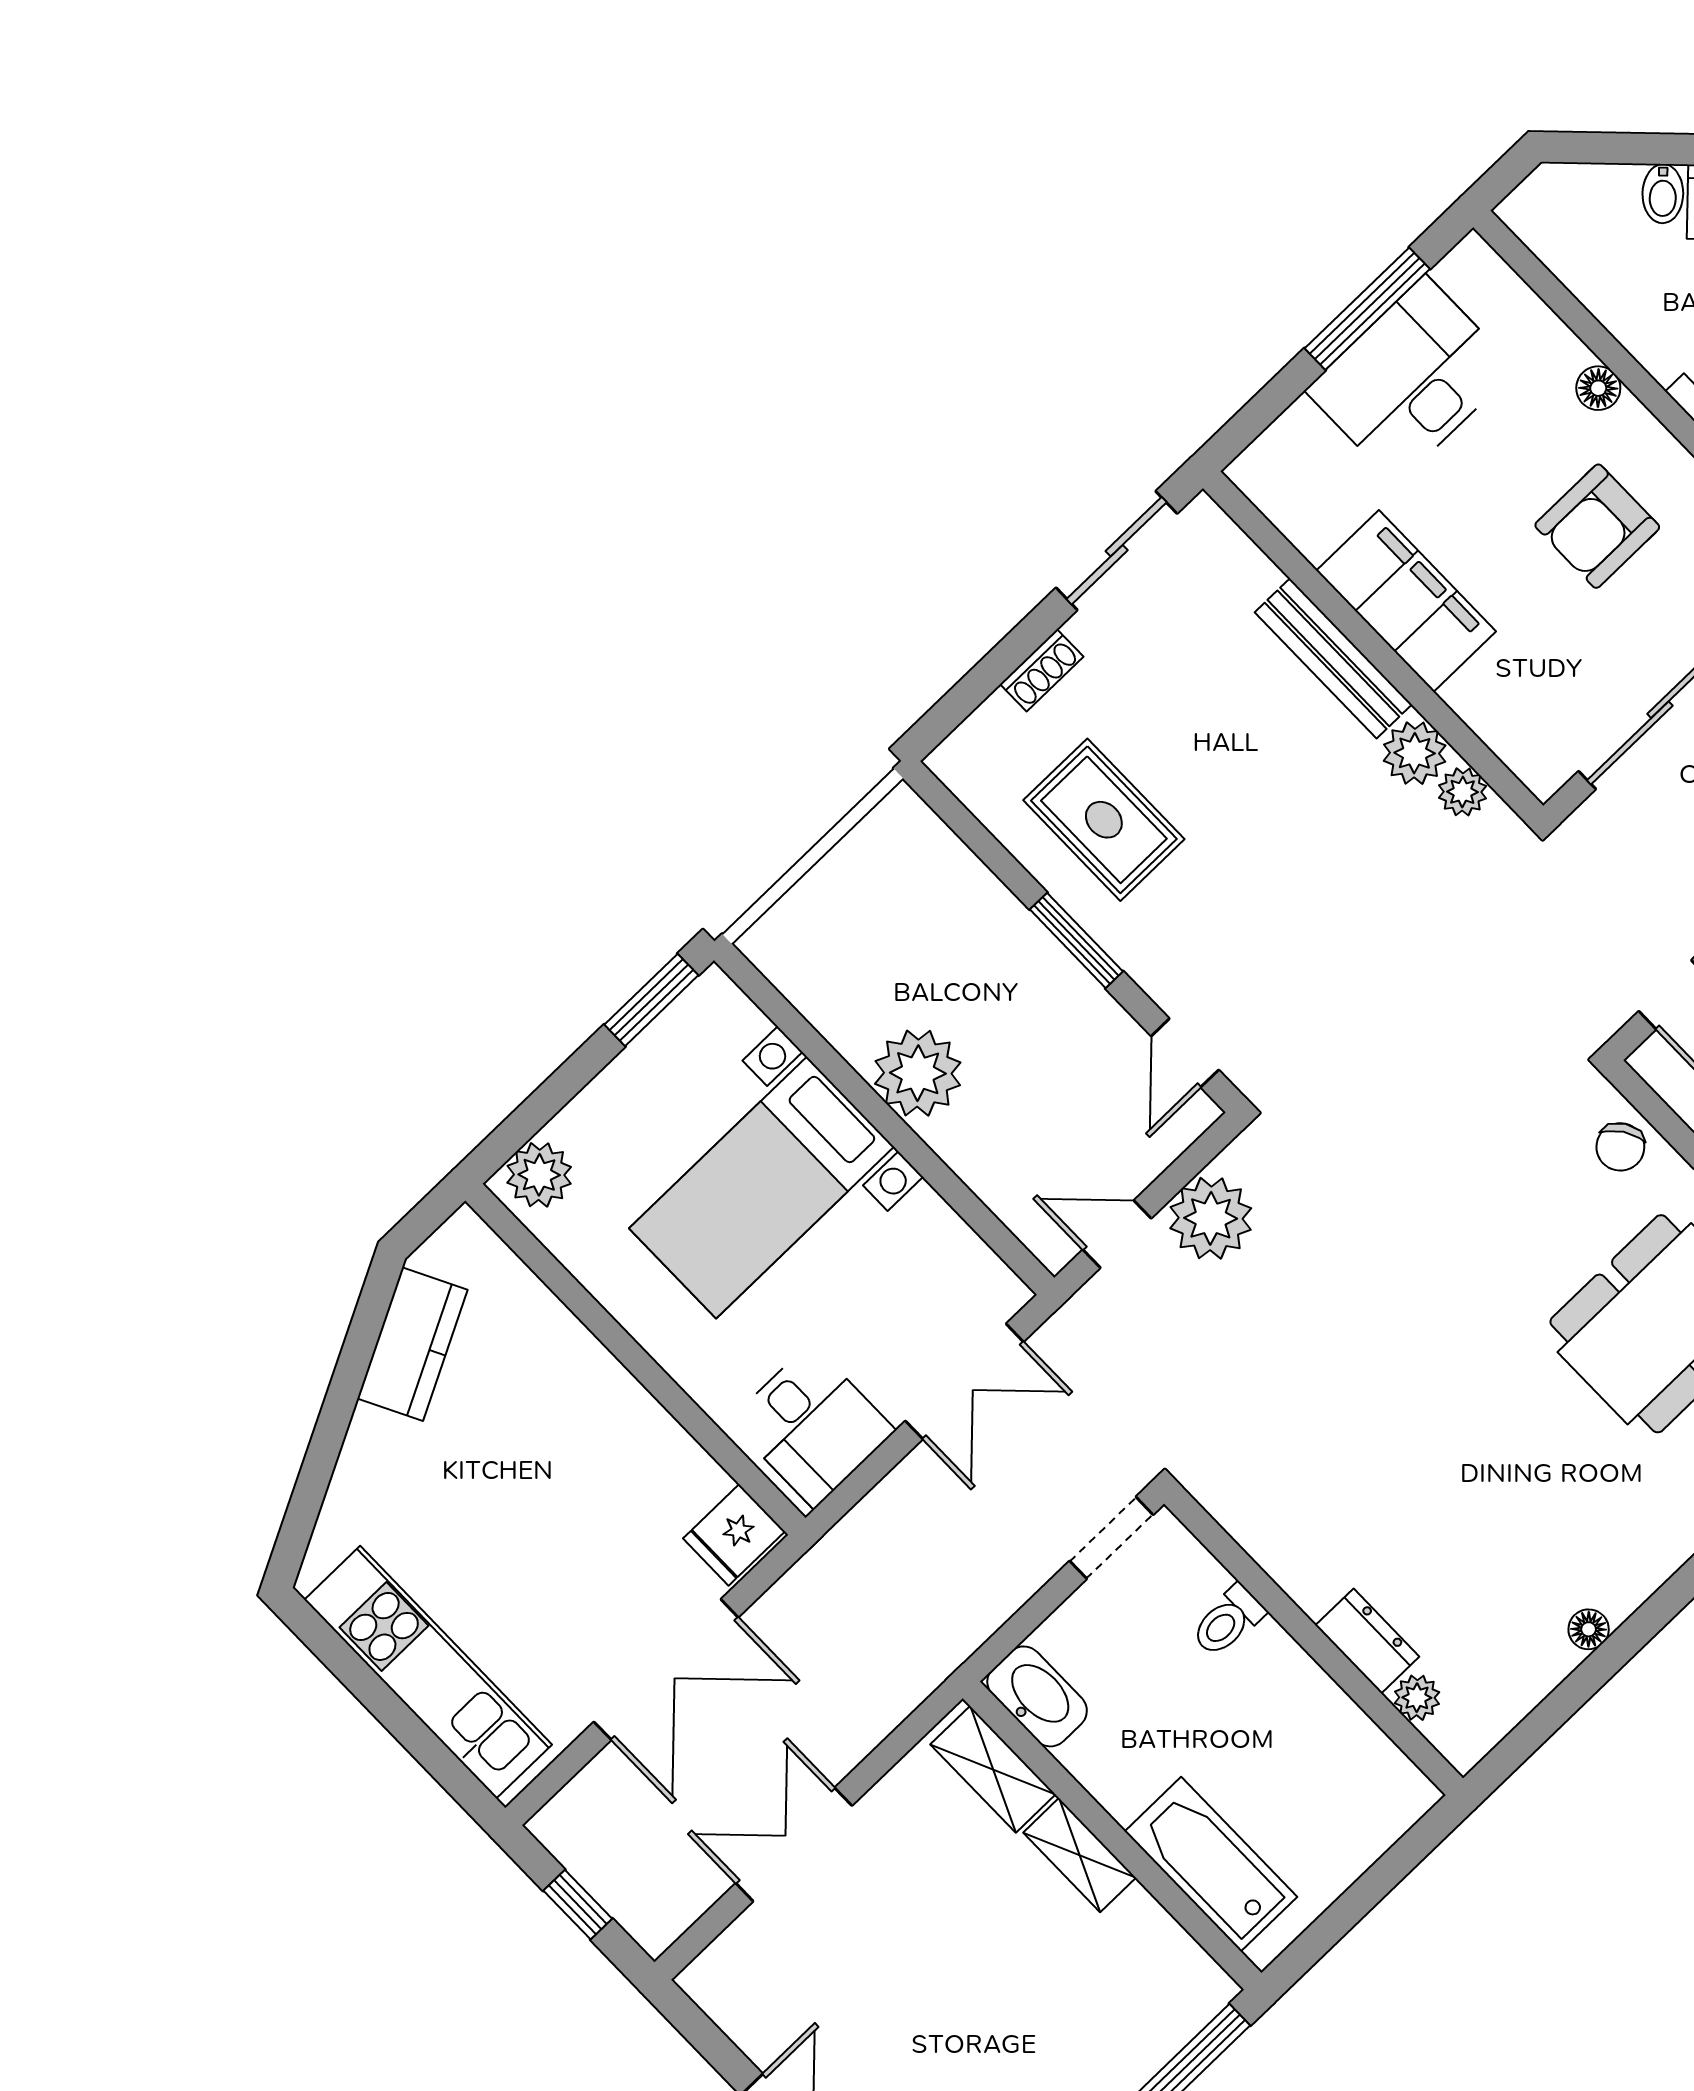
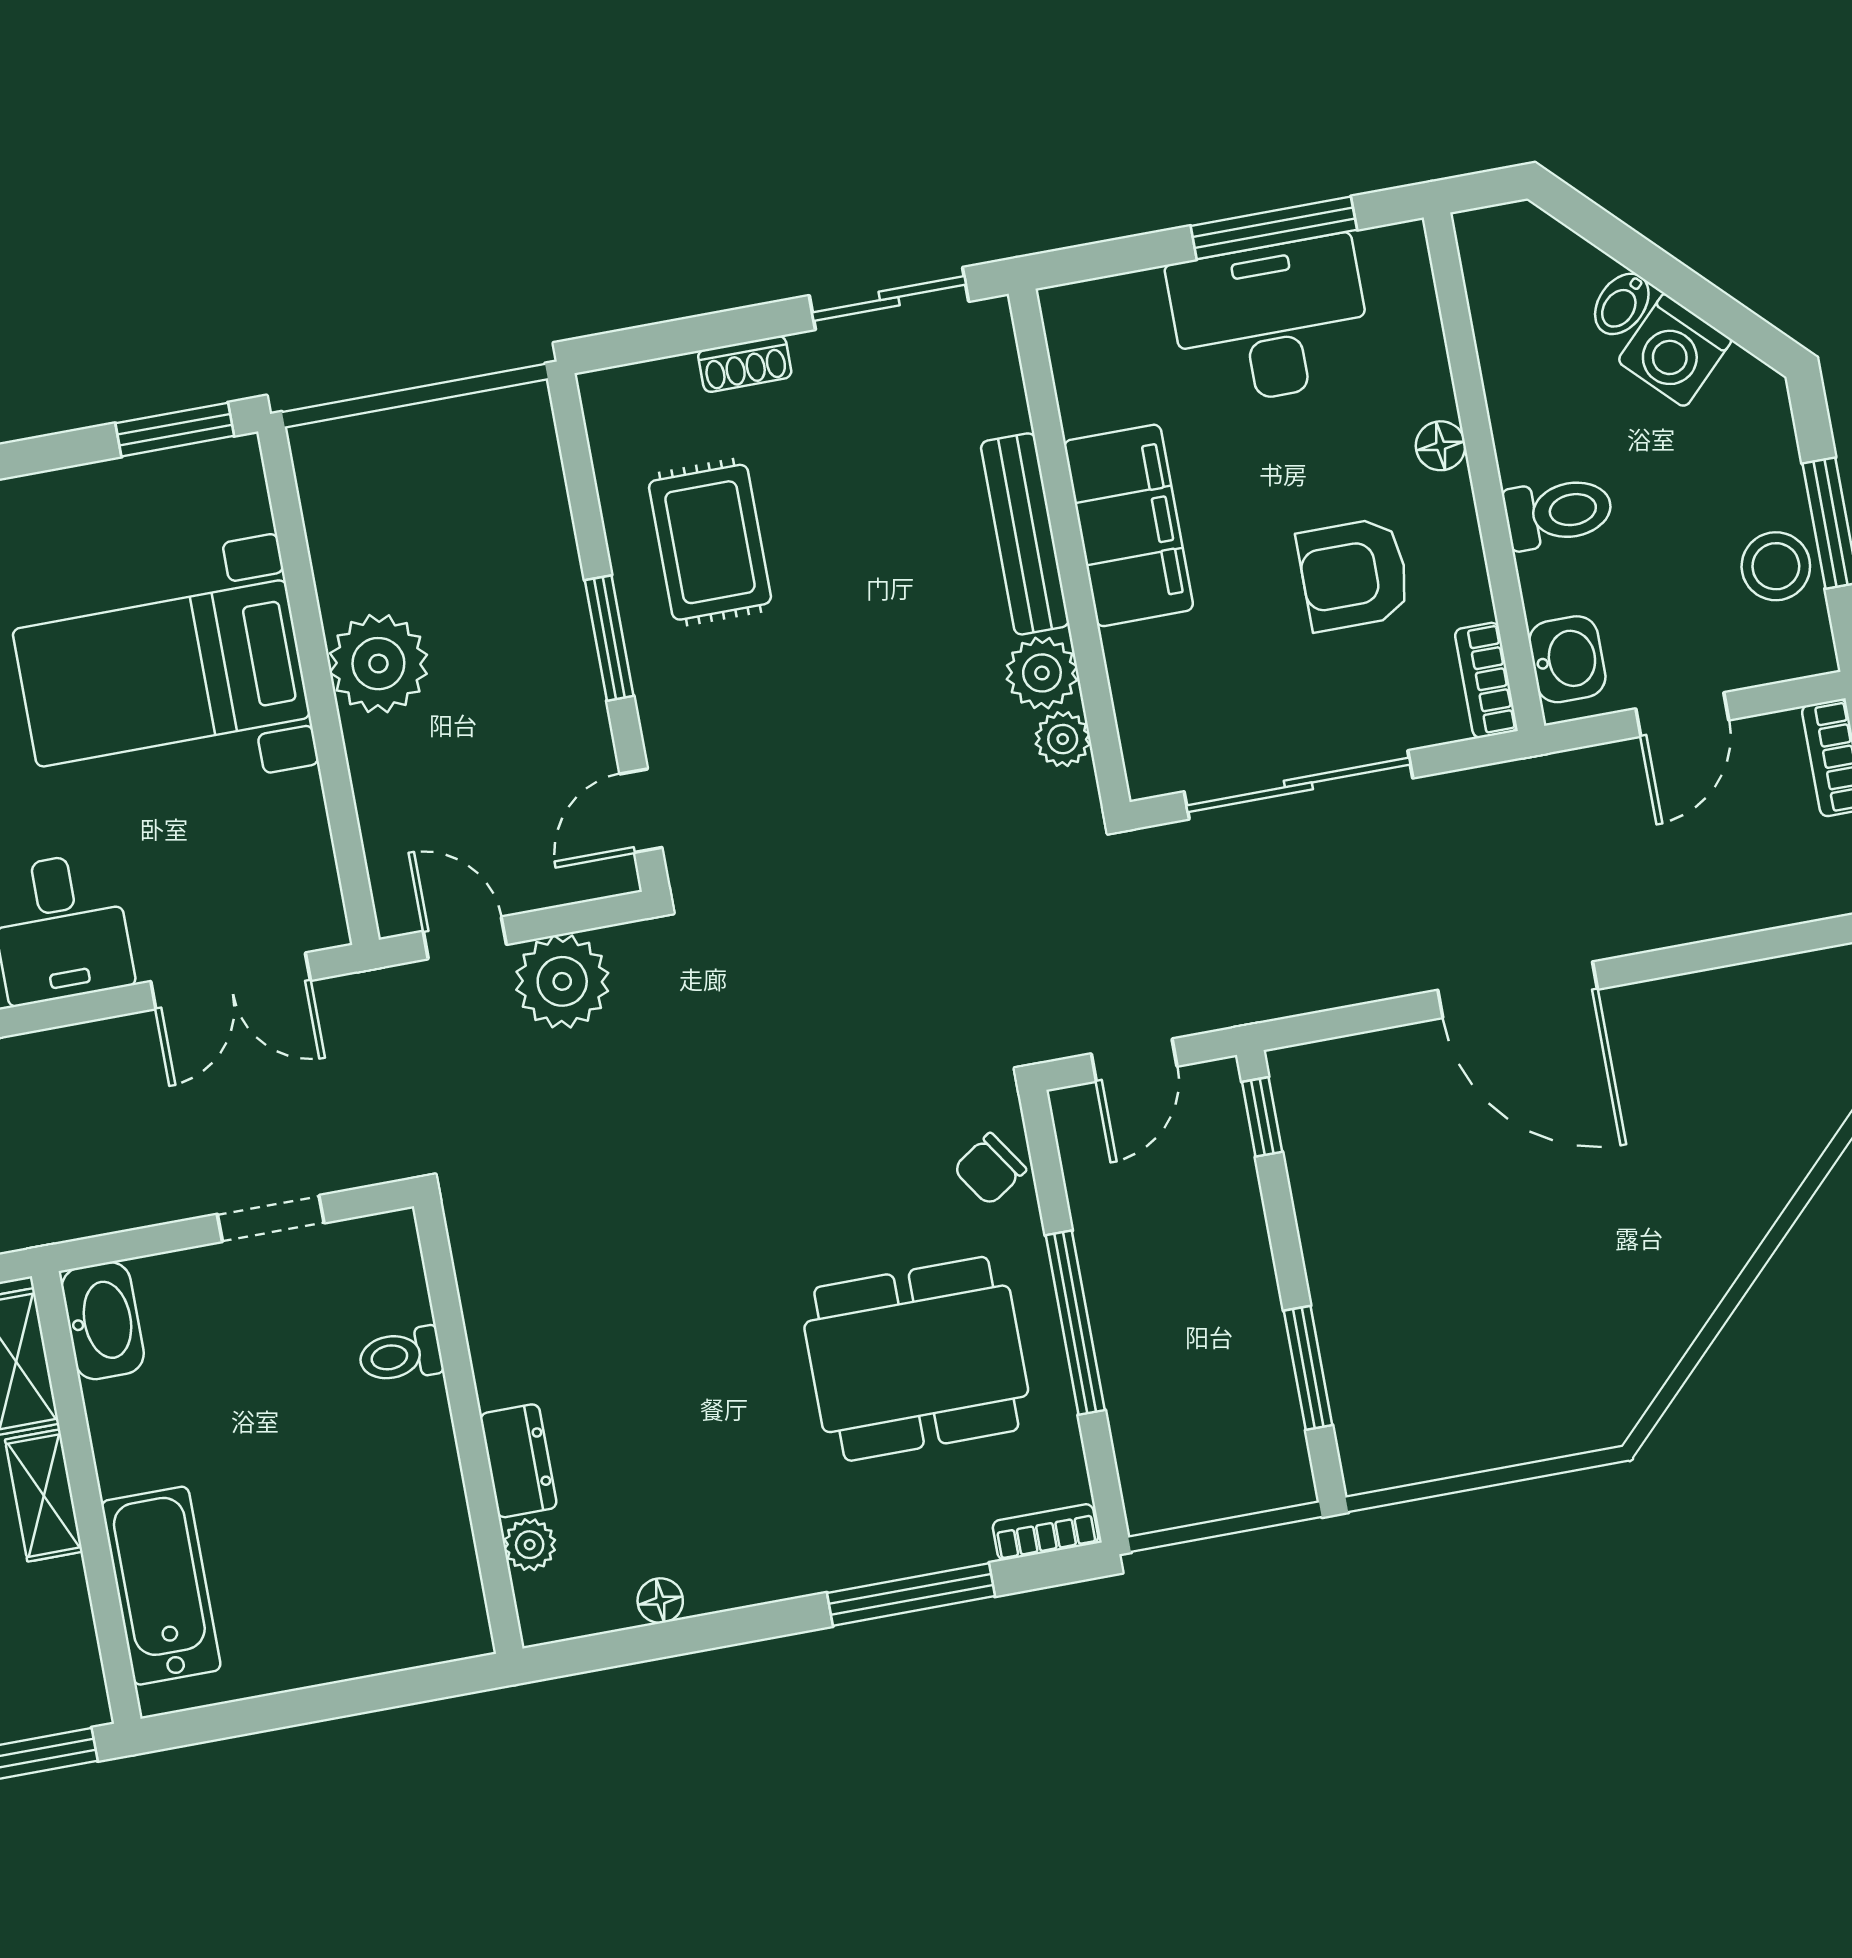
toilet: (1228, 1621) -> (400, 1355), moved
wall: (1314, 1641) -> (468, 1427), moved
dresser: (1367, 1641) -> (518, 1461), moved
plant: (1417, 1698) -> (530, 1545), moved

